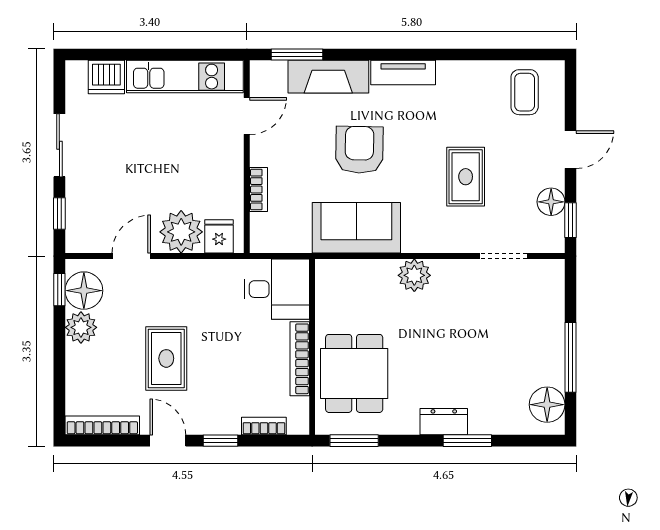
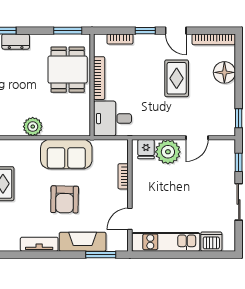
floor lamp: (84, 291) -> (224, 72), moved
plant: (81, 327) -> (226, 96), removed

